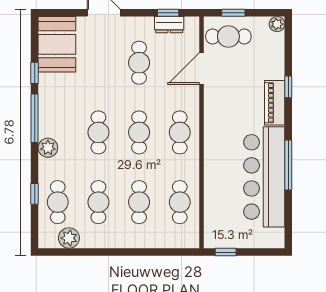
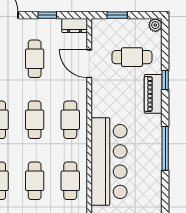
window: (168, 13) -> (47, 15), moved
dresser: (169, 25) -> (75, 26), moved
cafe table: (228, 37) -> (132, 57), moved
door: (201, 68) -> (89, 64), hinge flipped
bar counter: (264, 177) -> (109, 162), moved, turned 180

